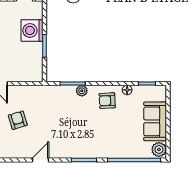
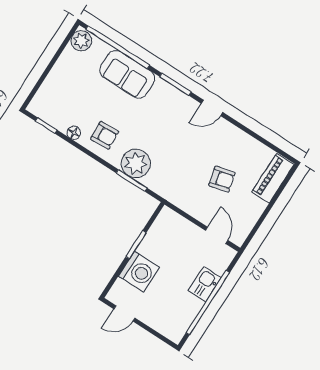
plant: (82, 91) -> (136, 163), width x1.87, depth x1.87
armchair: (18, 120) -> (222, 179), turned -87
sofa: (155, 121) -> (127, 74), moved, turned 90
door: (41, 160) -> (212, 108), moved

